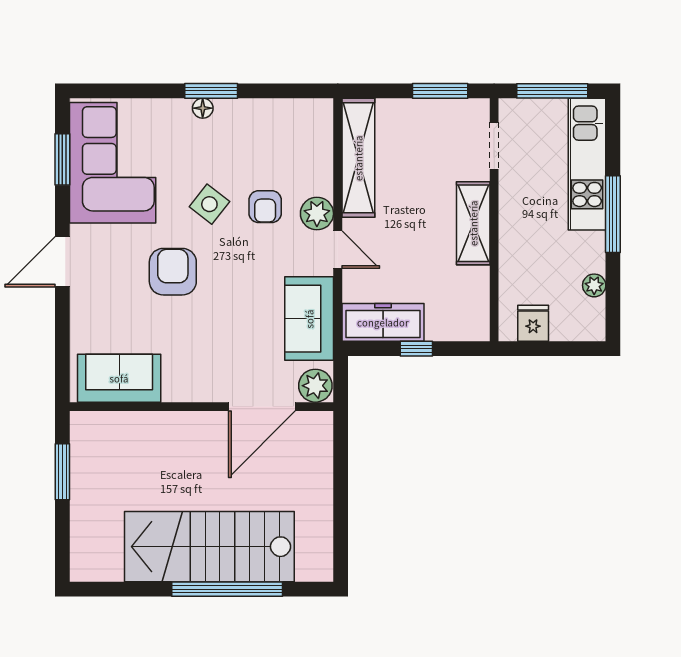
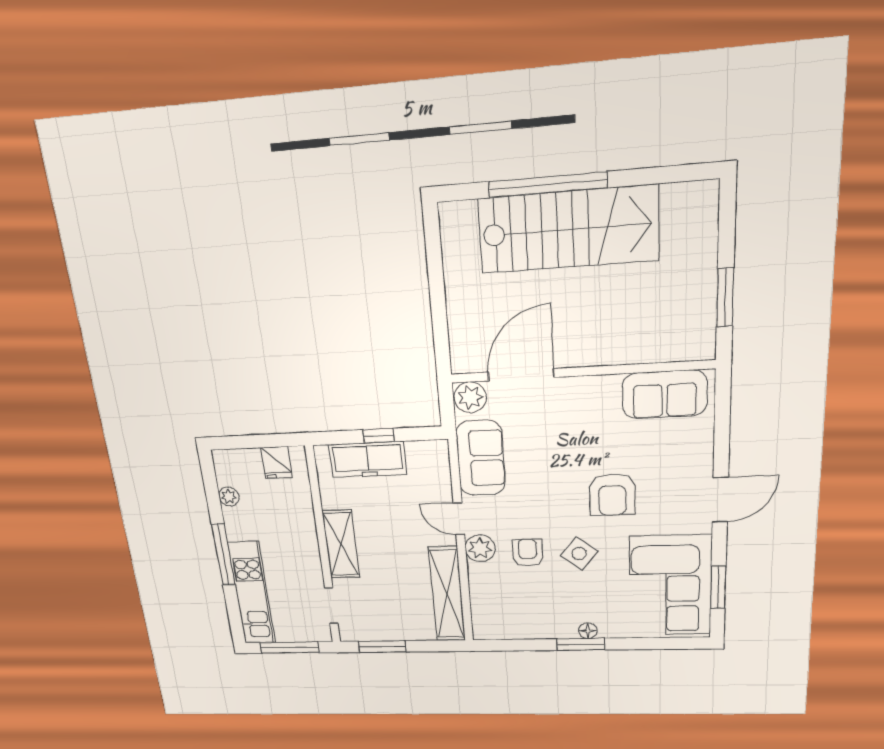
freezer: (383, 322) -> (368, 459), moved

